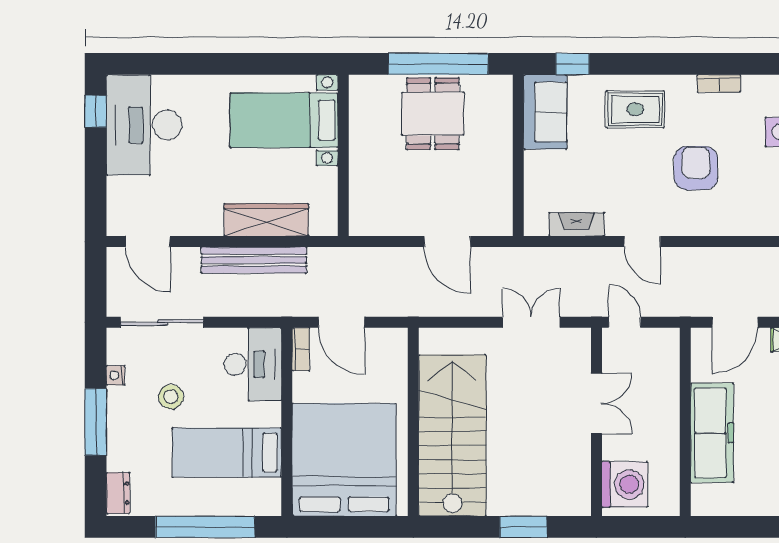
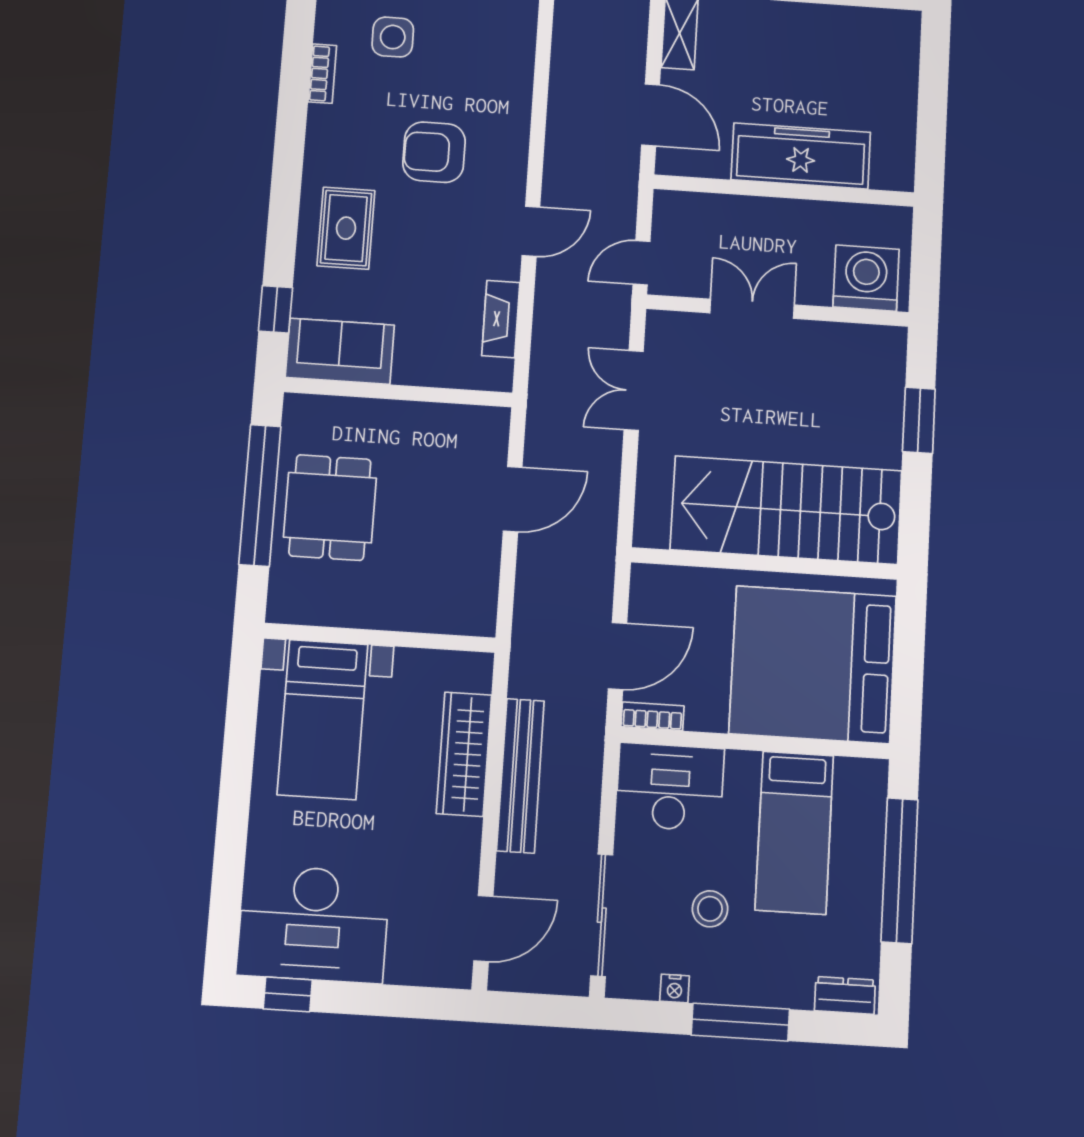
bookcase: (719, 83) -> (322, 74), moved
dining table: (433, 114) -> (330, 508), turned 90

